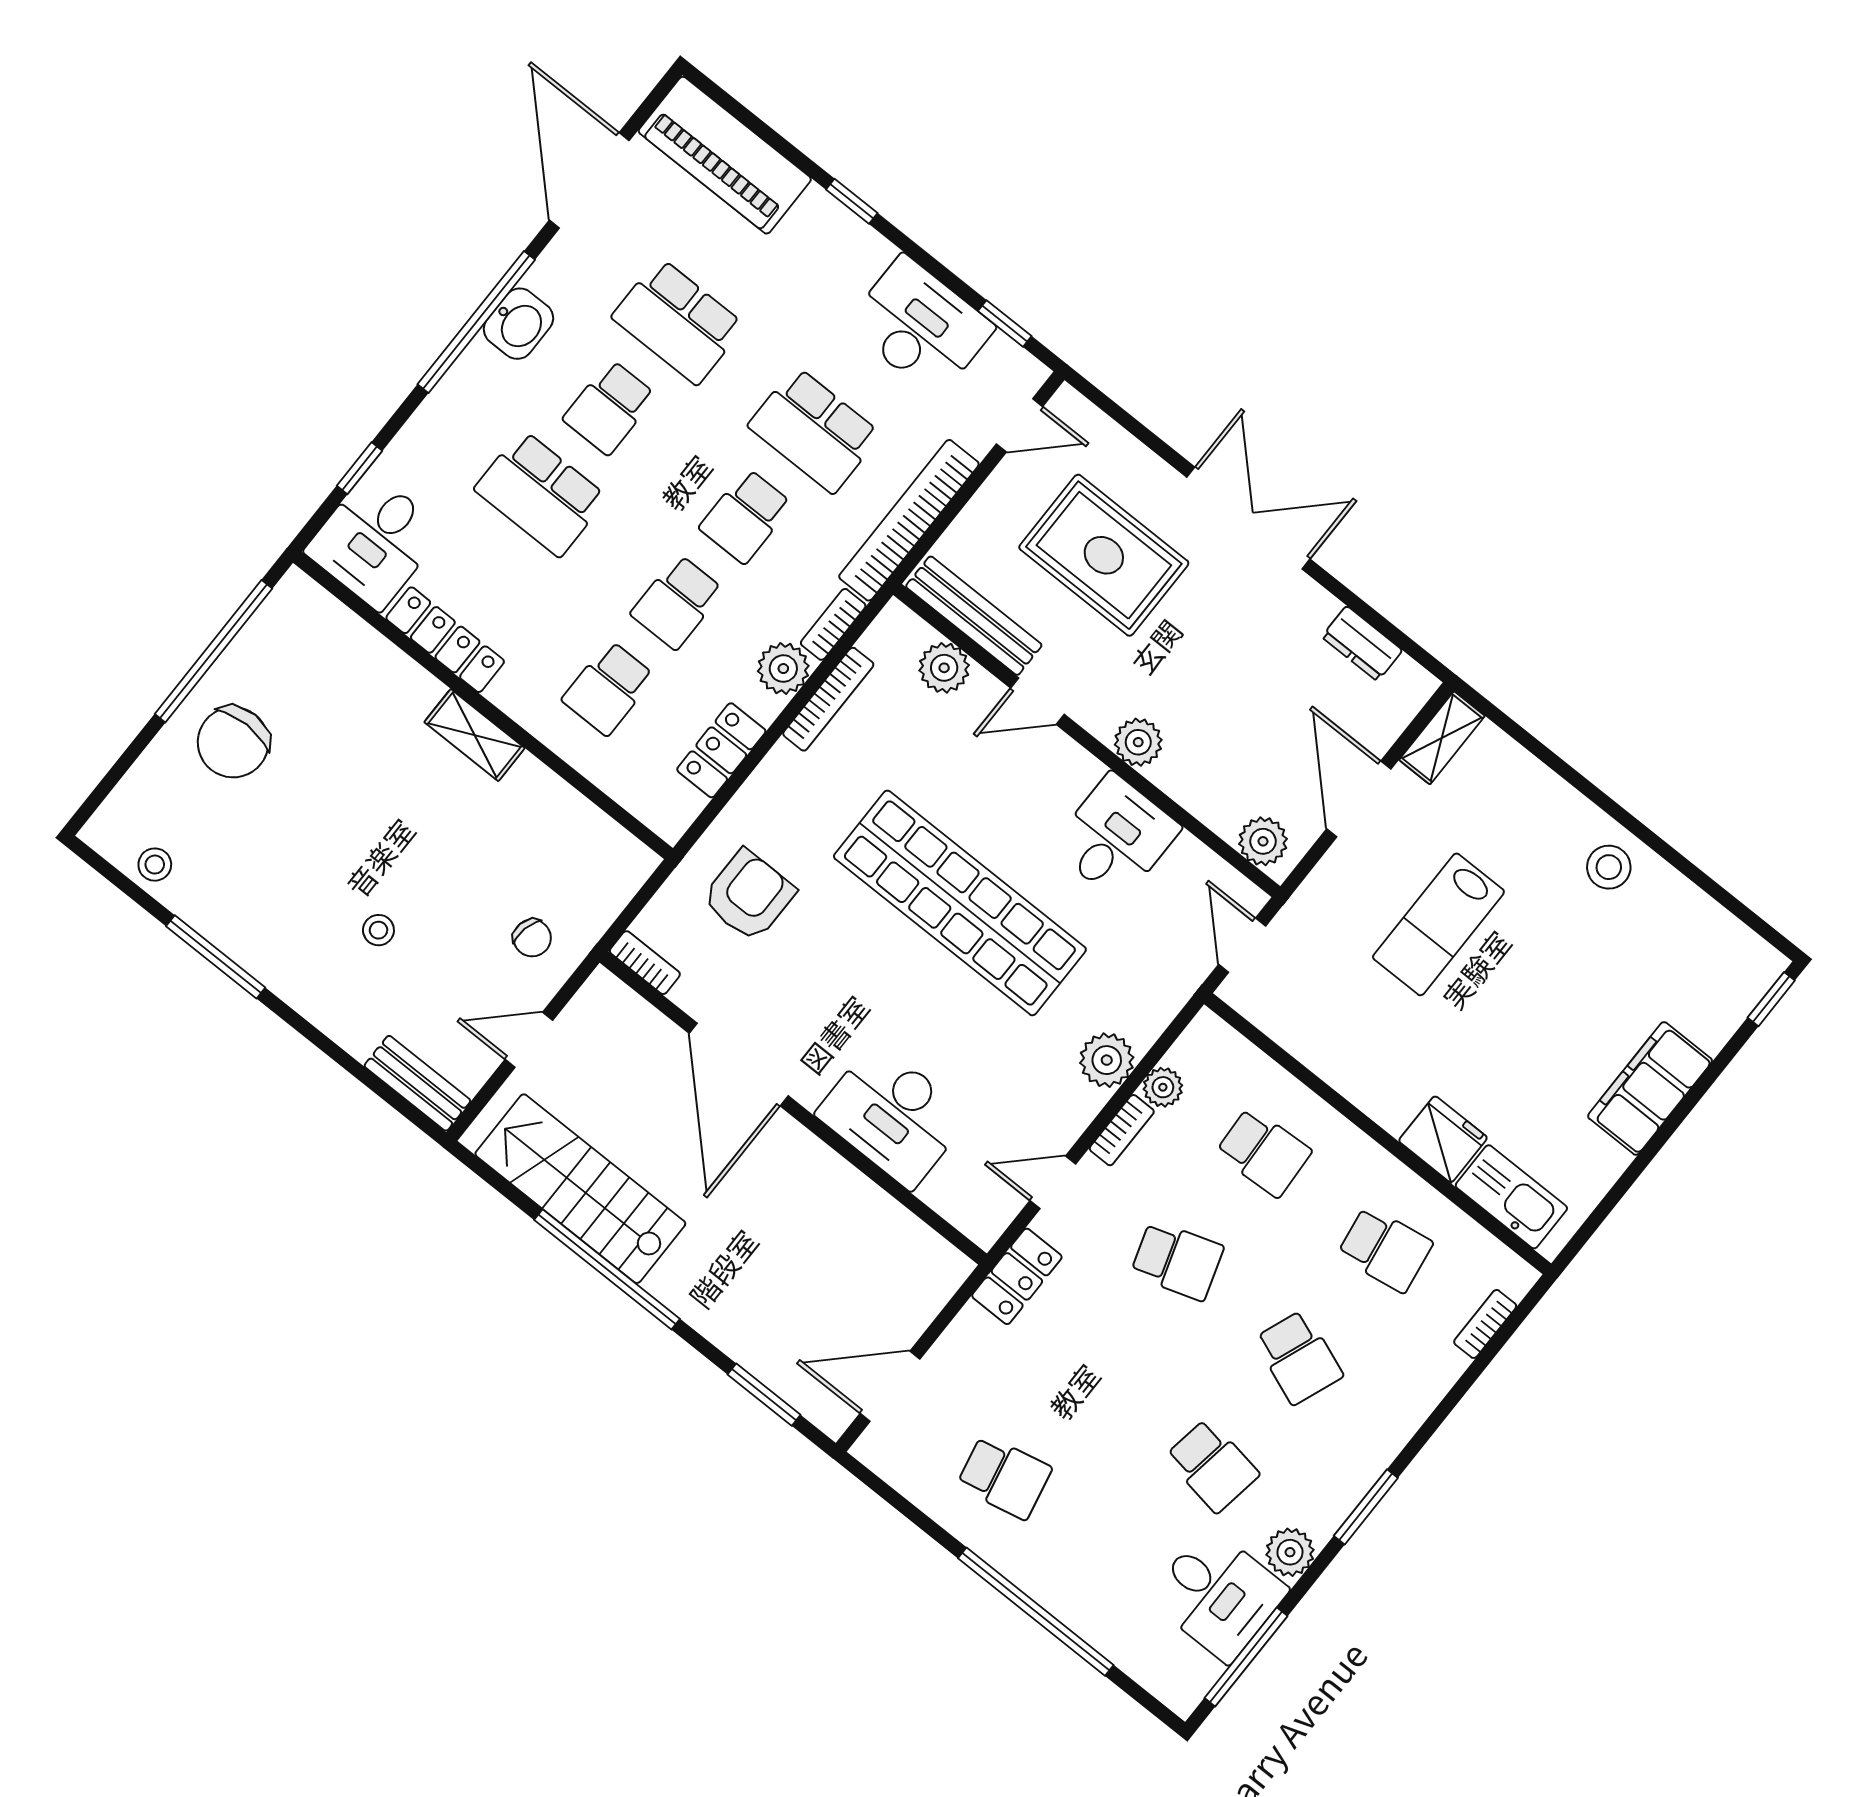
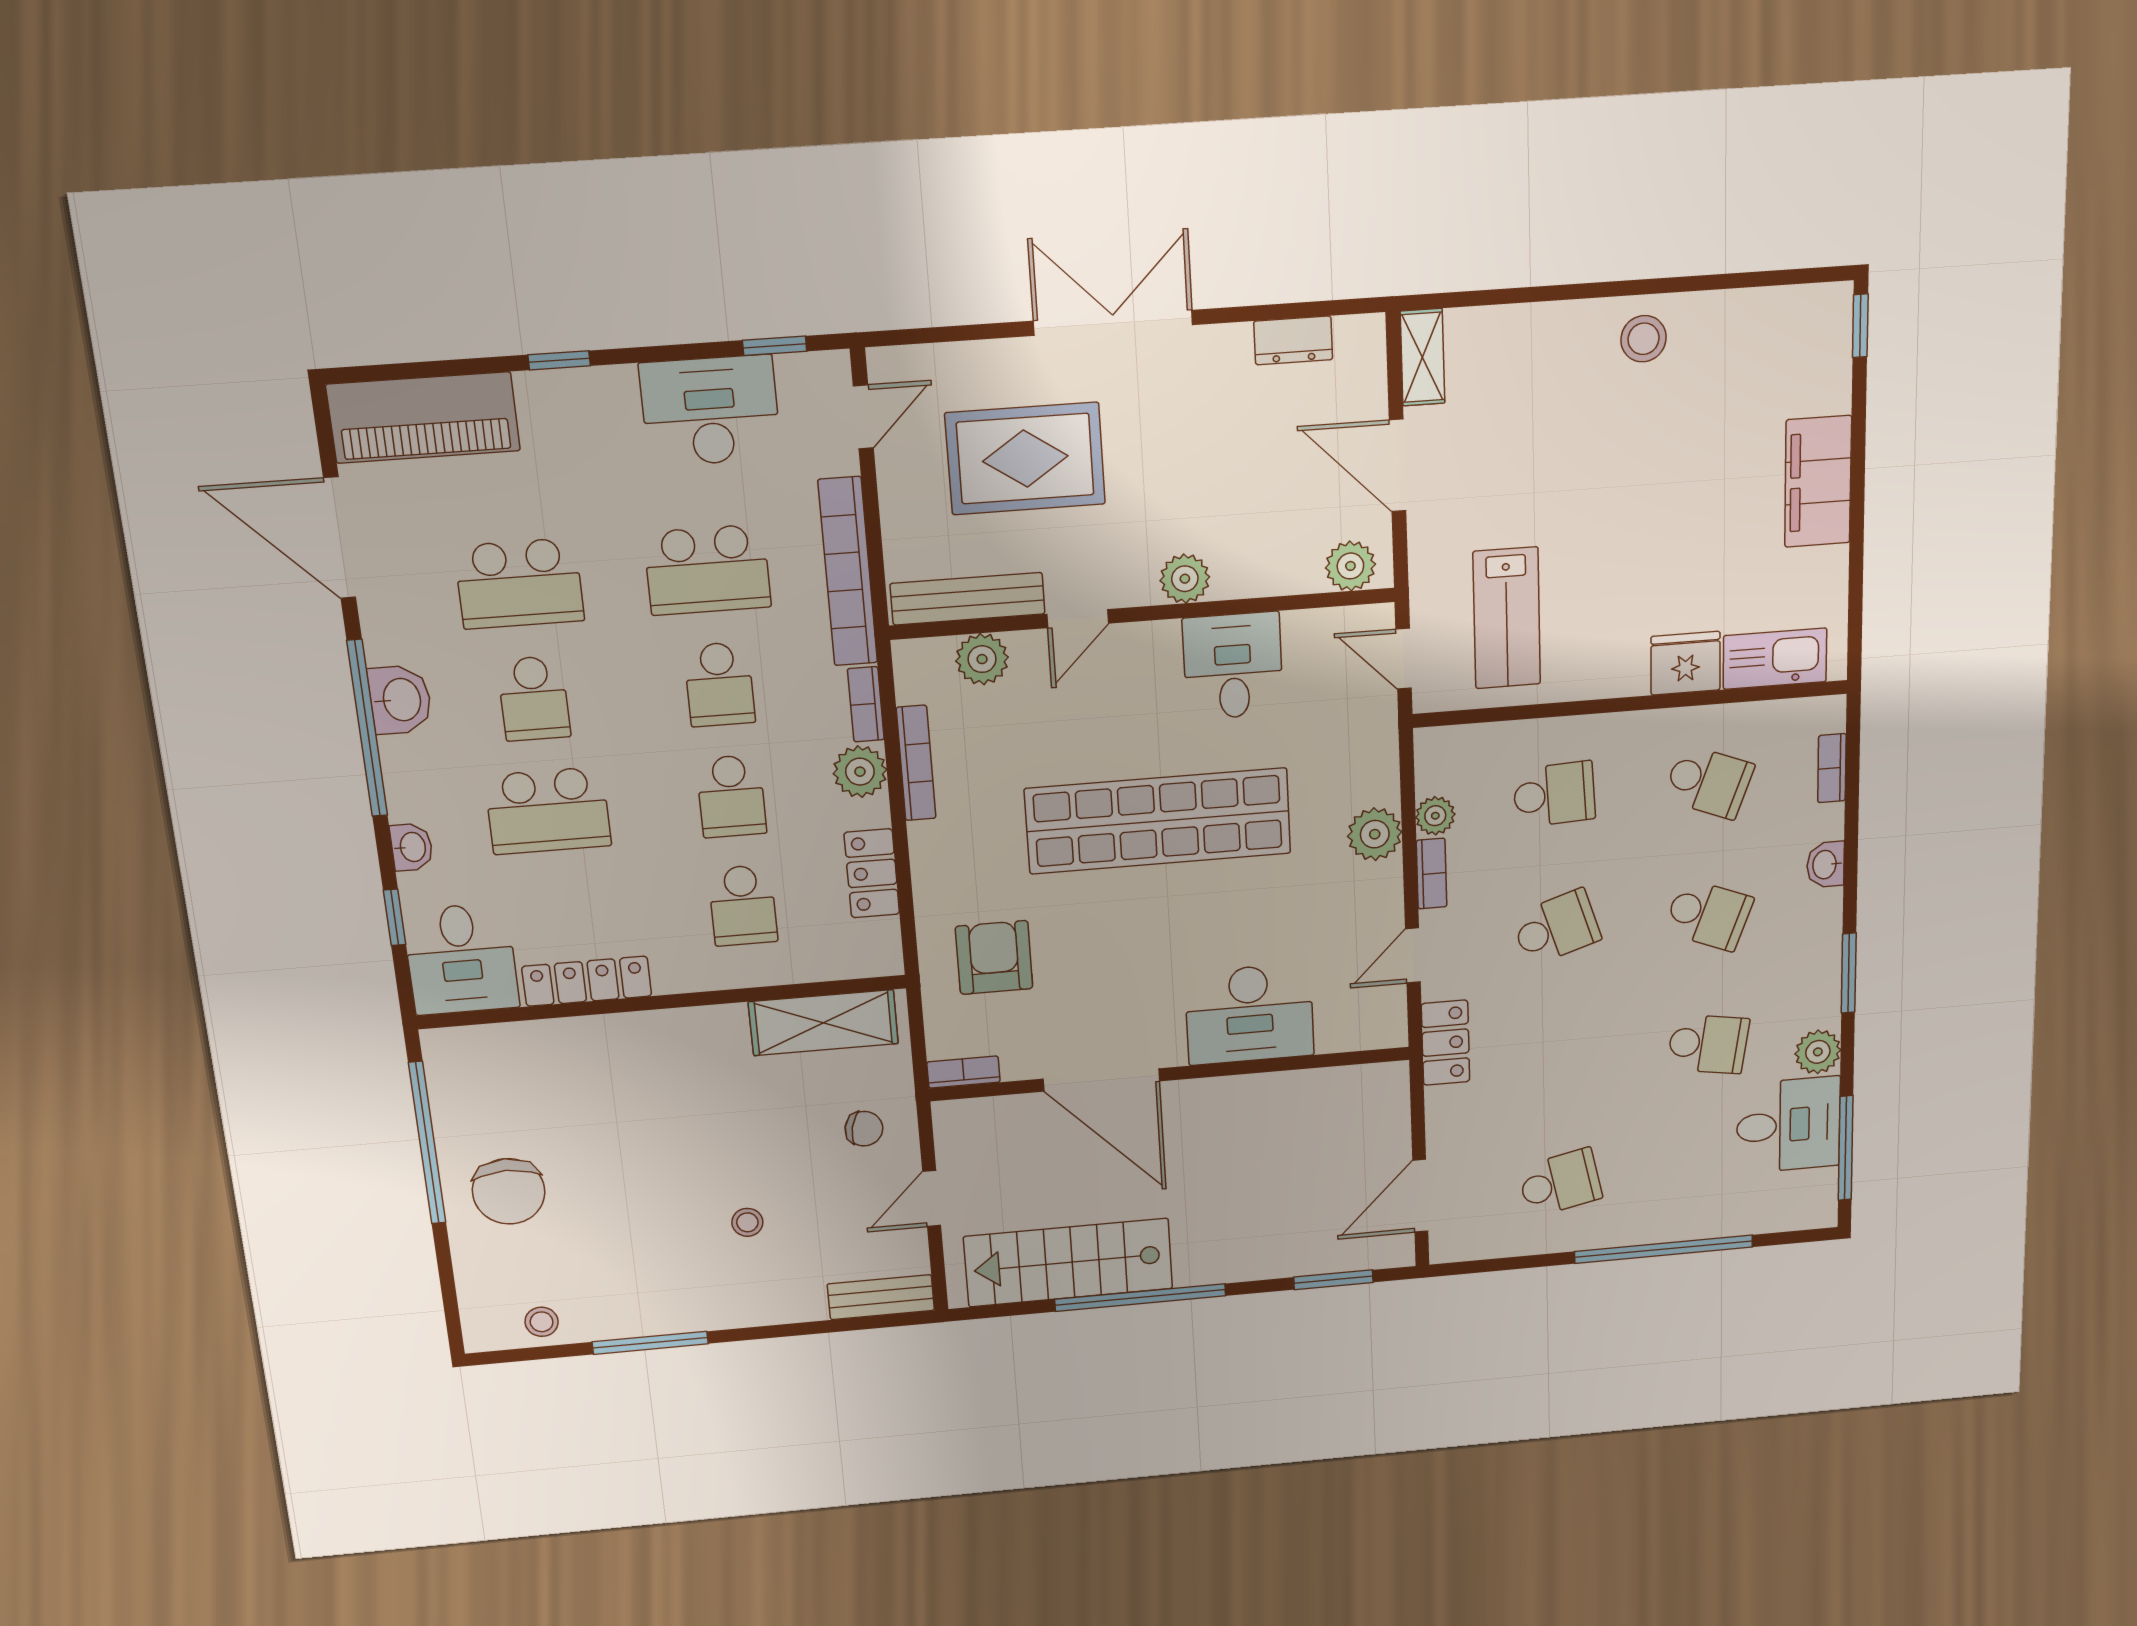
washbasin: (422, 431) -> (412, 847), added
shelving: (475, 735) -> (823, 1023), moved, width x1.50, depth x1.33
lab bench: (1438, 924) -> (1507, 618), moved
school desk: (1385, 1249) -> (1709, 782), turned 30
washbasin: (1419, 1399) -> (1826, 865), added

